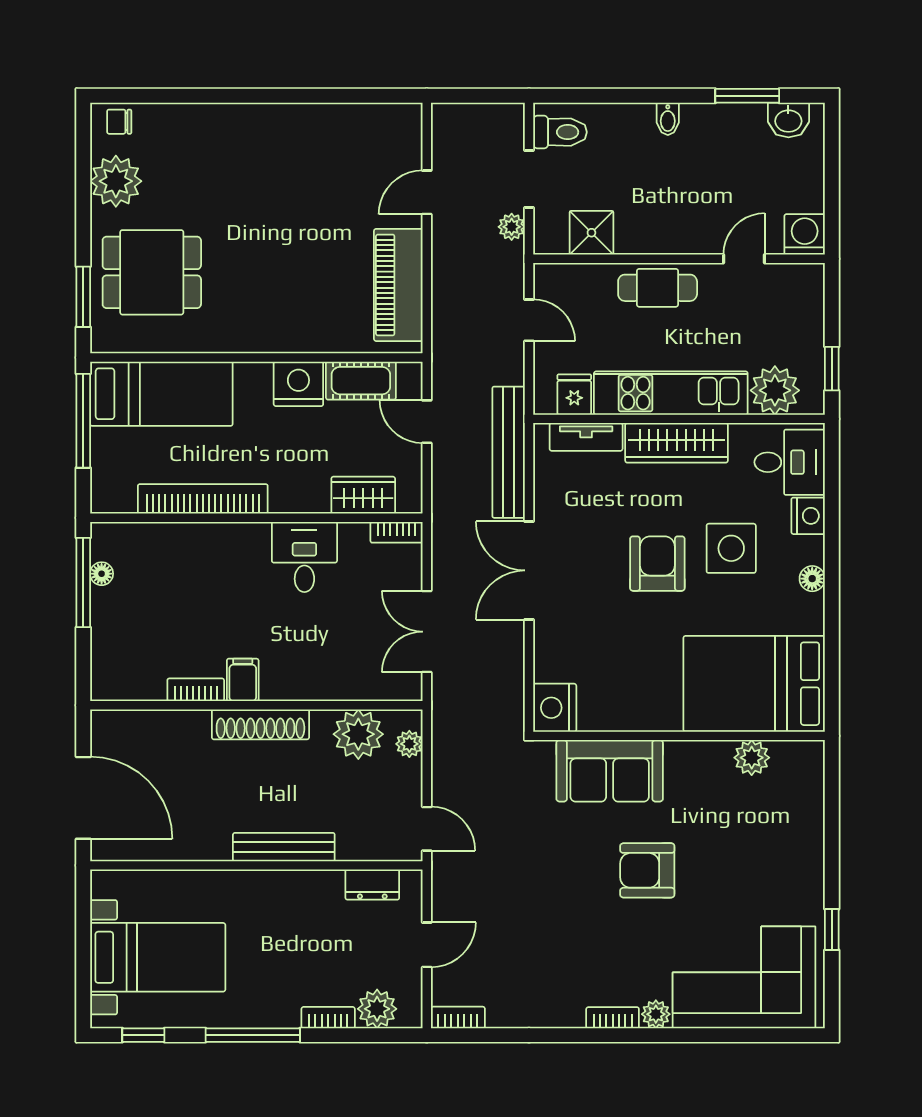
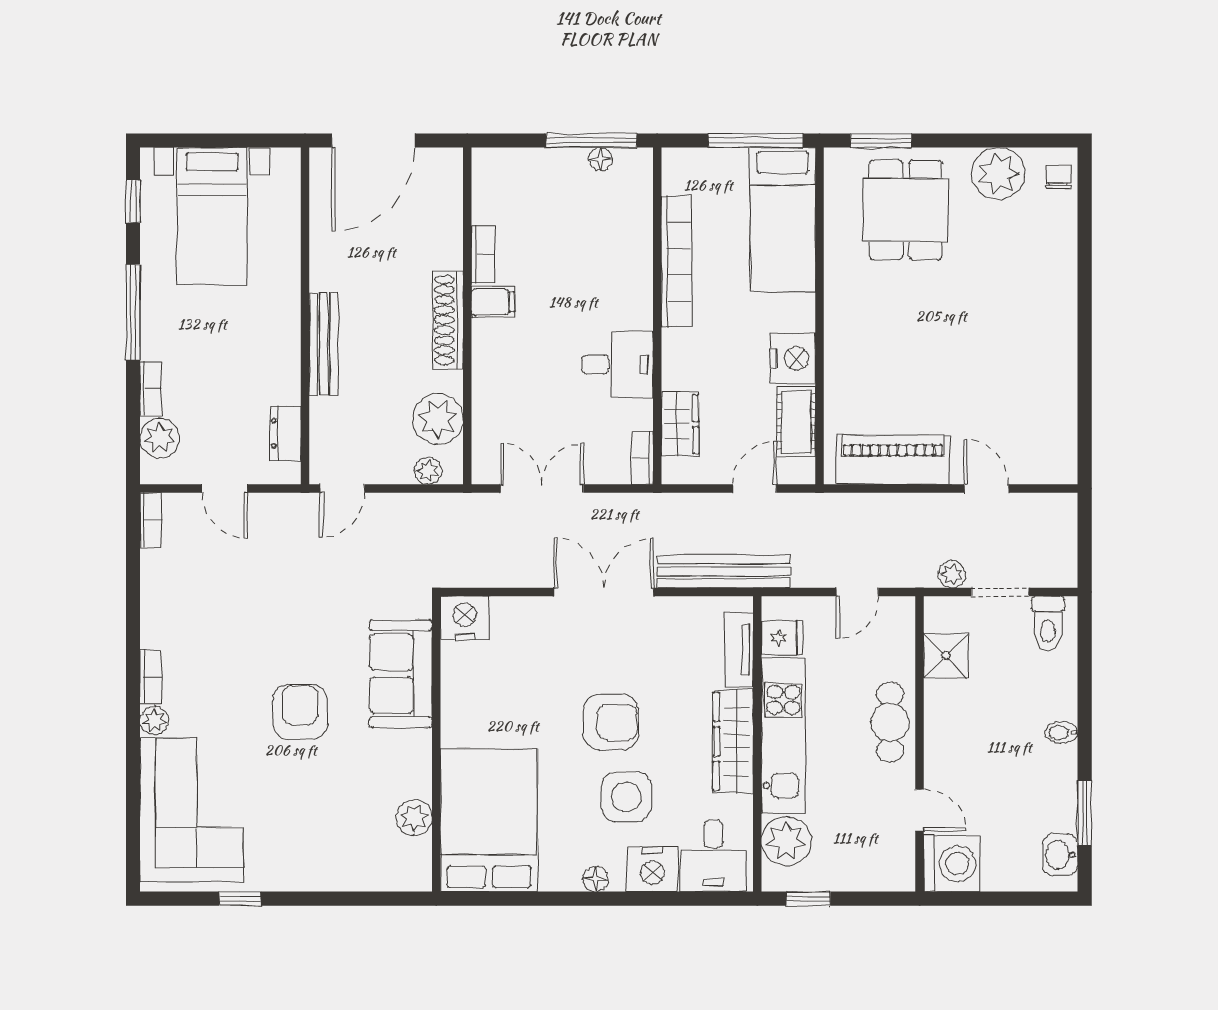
washing machine: (805, 234) -> (952, 864), width x1.37, depth x1.37
nightstand: (808, 516) -> (652, 869), width x1.36, depth x1.33

